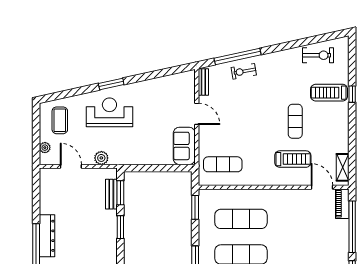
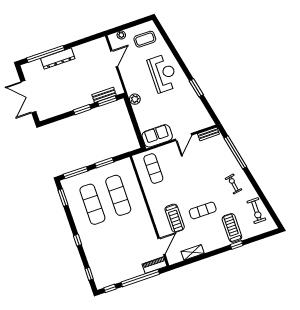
exercise bike: (244, 71) -> (233, 184), moved
window: (111, 84) -> (196, 88), moved
plant: (101, 158) -> (135, 99), moved
shelving: (343, 167) -> (193, 252), moved
window: (195, 207) -> (104, 163), moved

